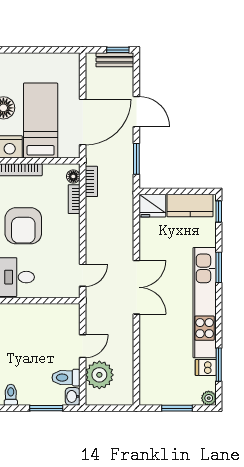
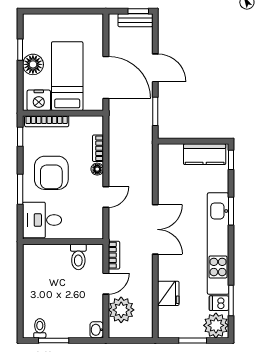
door: (83, 122) -> (106, 77), hinge flipped
floor lamp: (73, 176) -> (97, 169), moved
bookcase: (91, 181) -> (114, 255), moved
fridge: (152, 206) -> (168, 293), moved, turned -90
door: (83, 275) -> (106, 197), moved
toilet: (66, 378) -> (78, 257), moved, turned -90
plant: (209, 398) -> (216, 325), width x1.88, depth x1.88
window: (46, 408) -> (54, 340), moved

